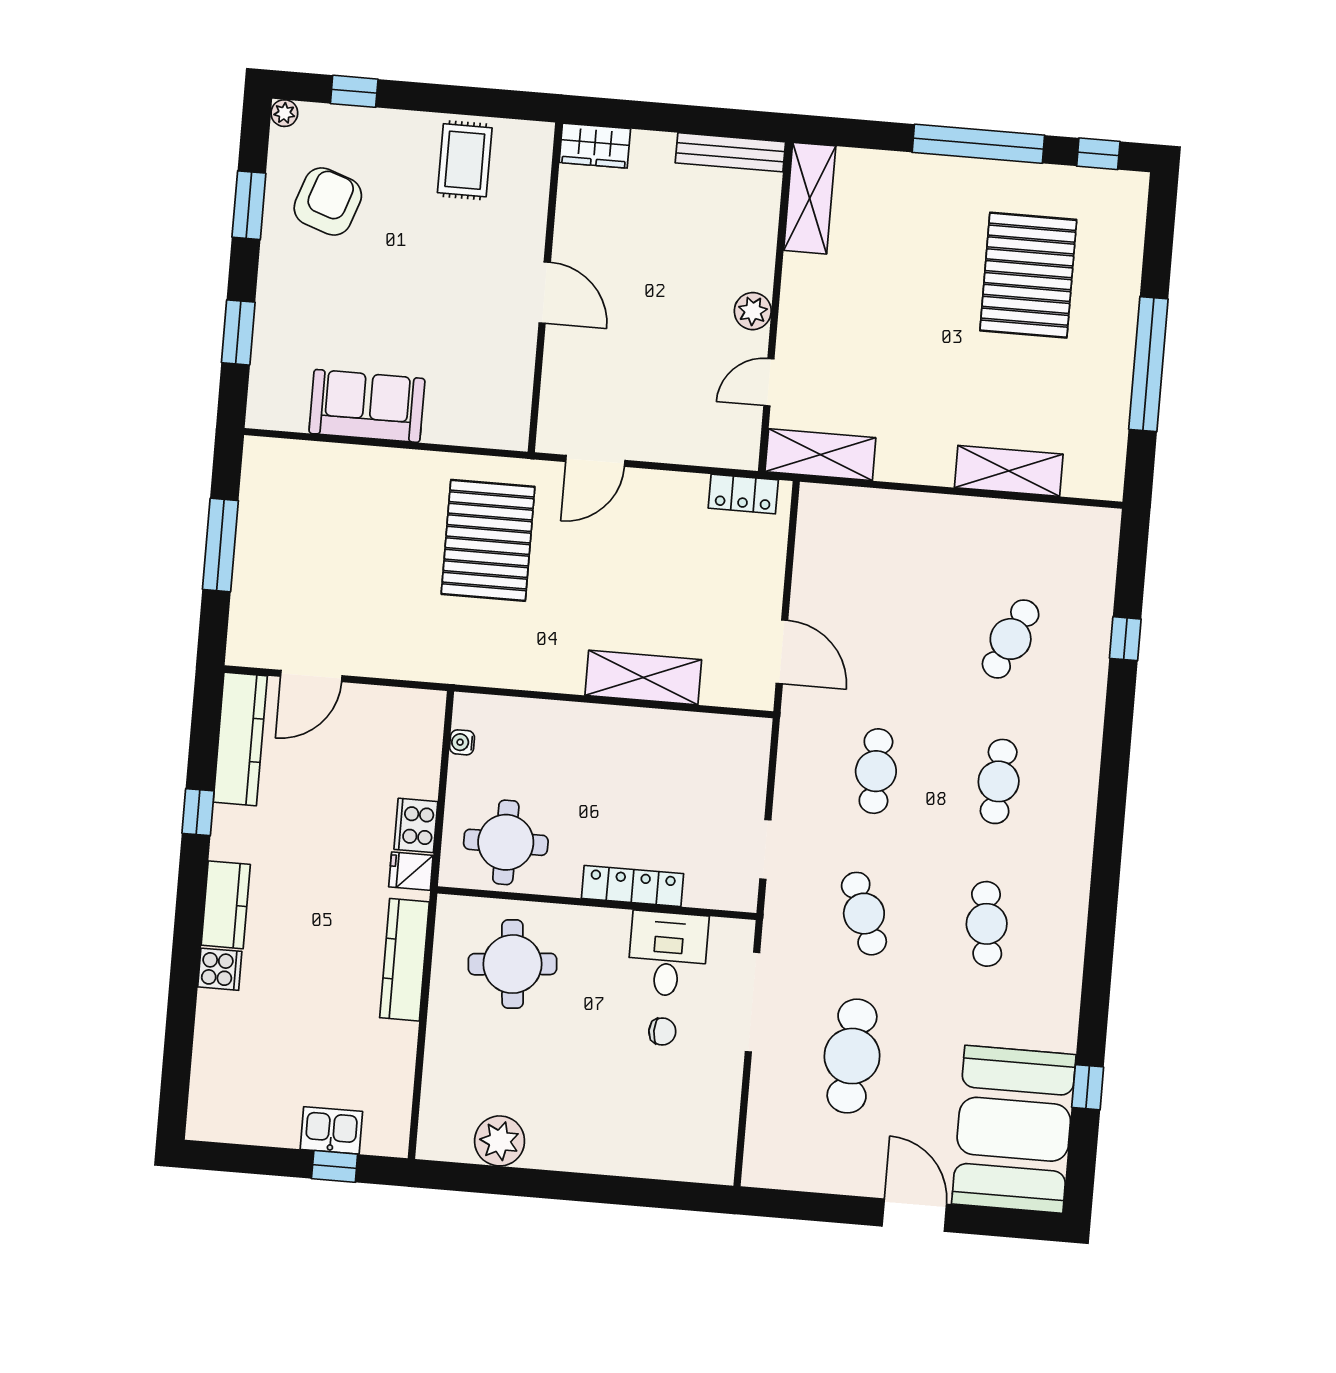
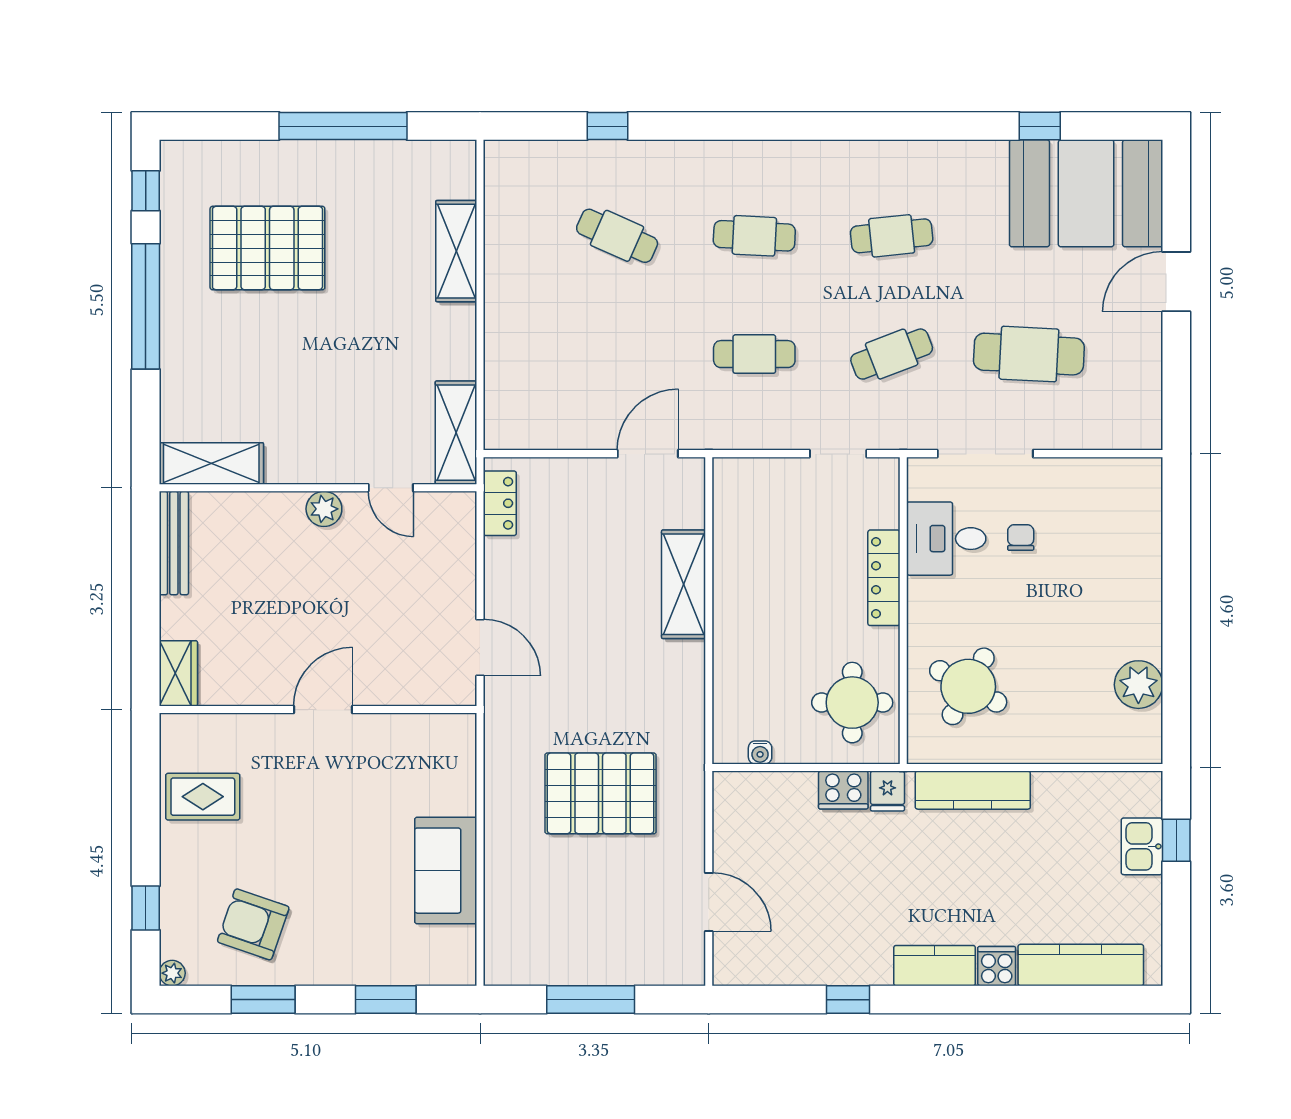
pallet: (488, 540) -> (601, 793), moved
kitchen counter: (240, 739) -> (1081, 965), moved
round table: (512, 964) -> (968, 686), turned 34

